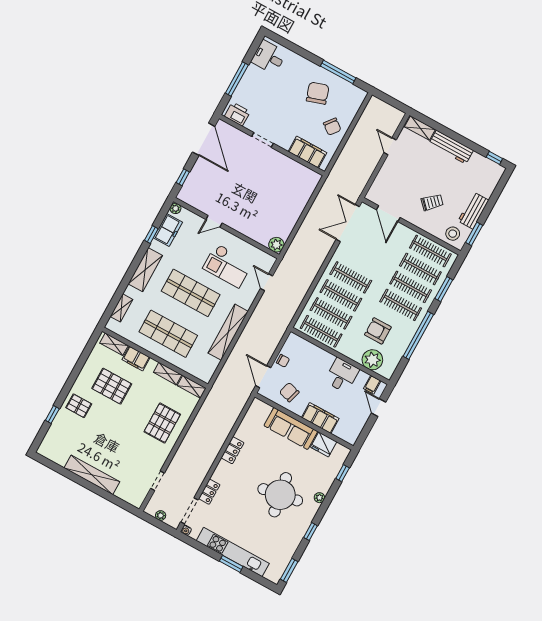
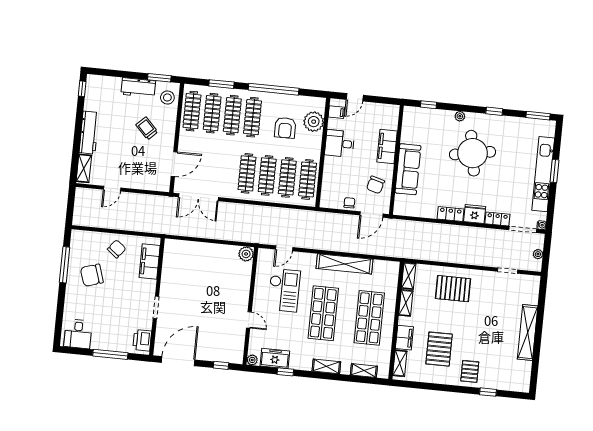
shelving: (145, 270) -> (326, 366), width x0.67, depth x0.75
fridge: (324, 444) -> (475, 214), moved, turned -90

